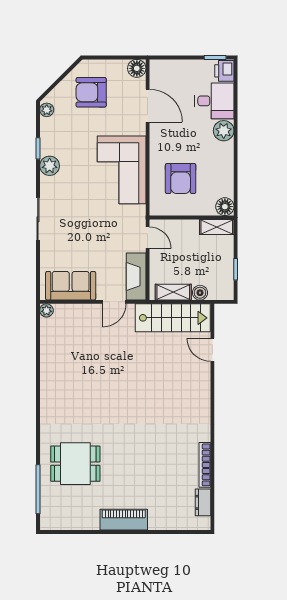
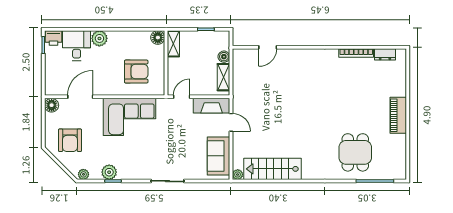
plant: (50, 166) -> (109, 172), moved
stairs: (173, 318) -> (272, 169), moved, turned -90

